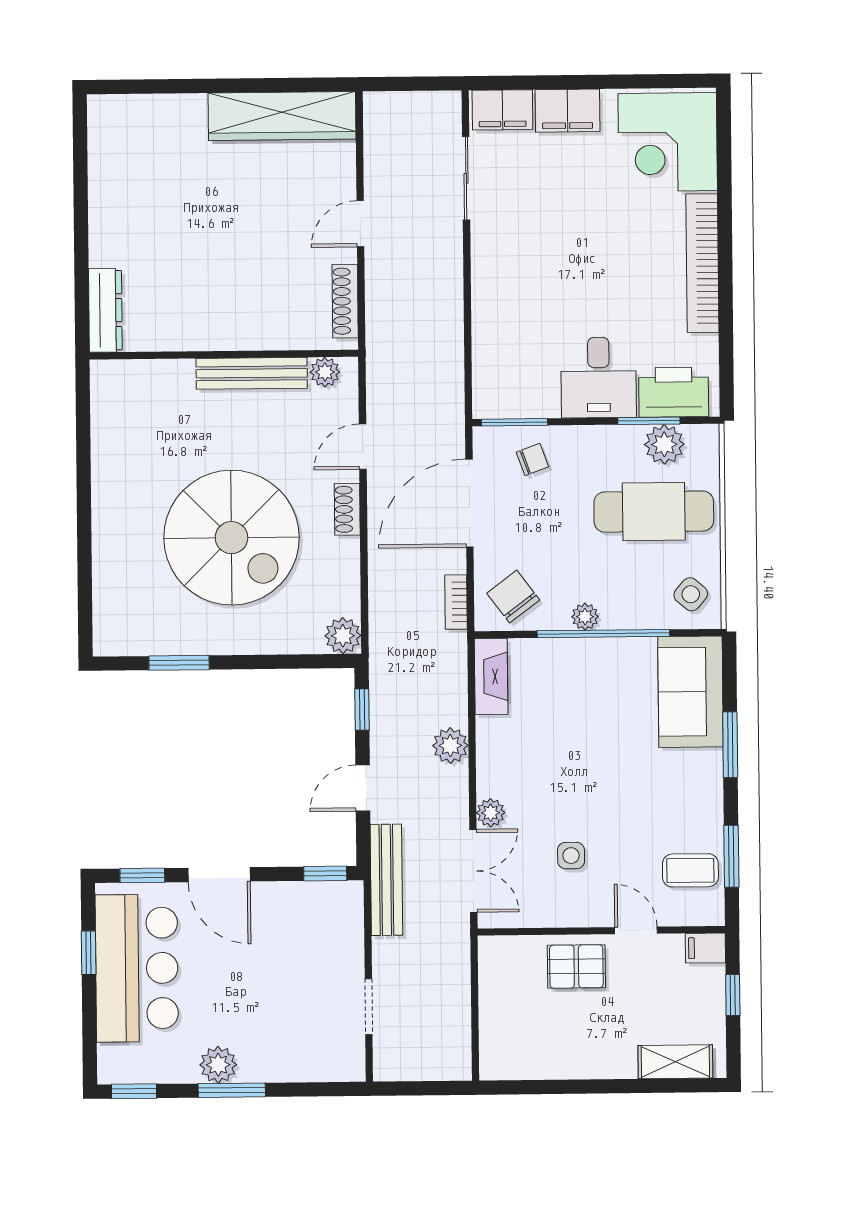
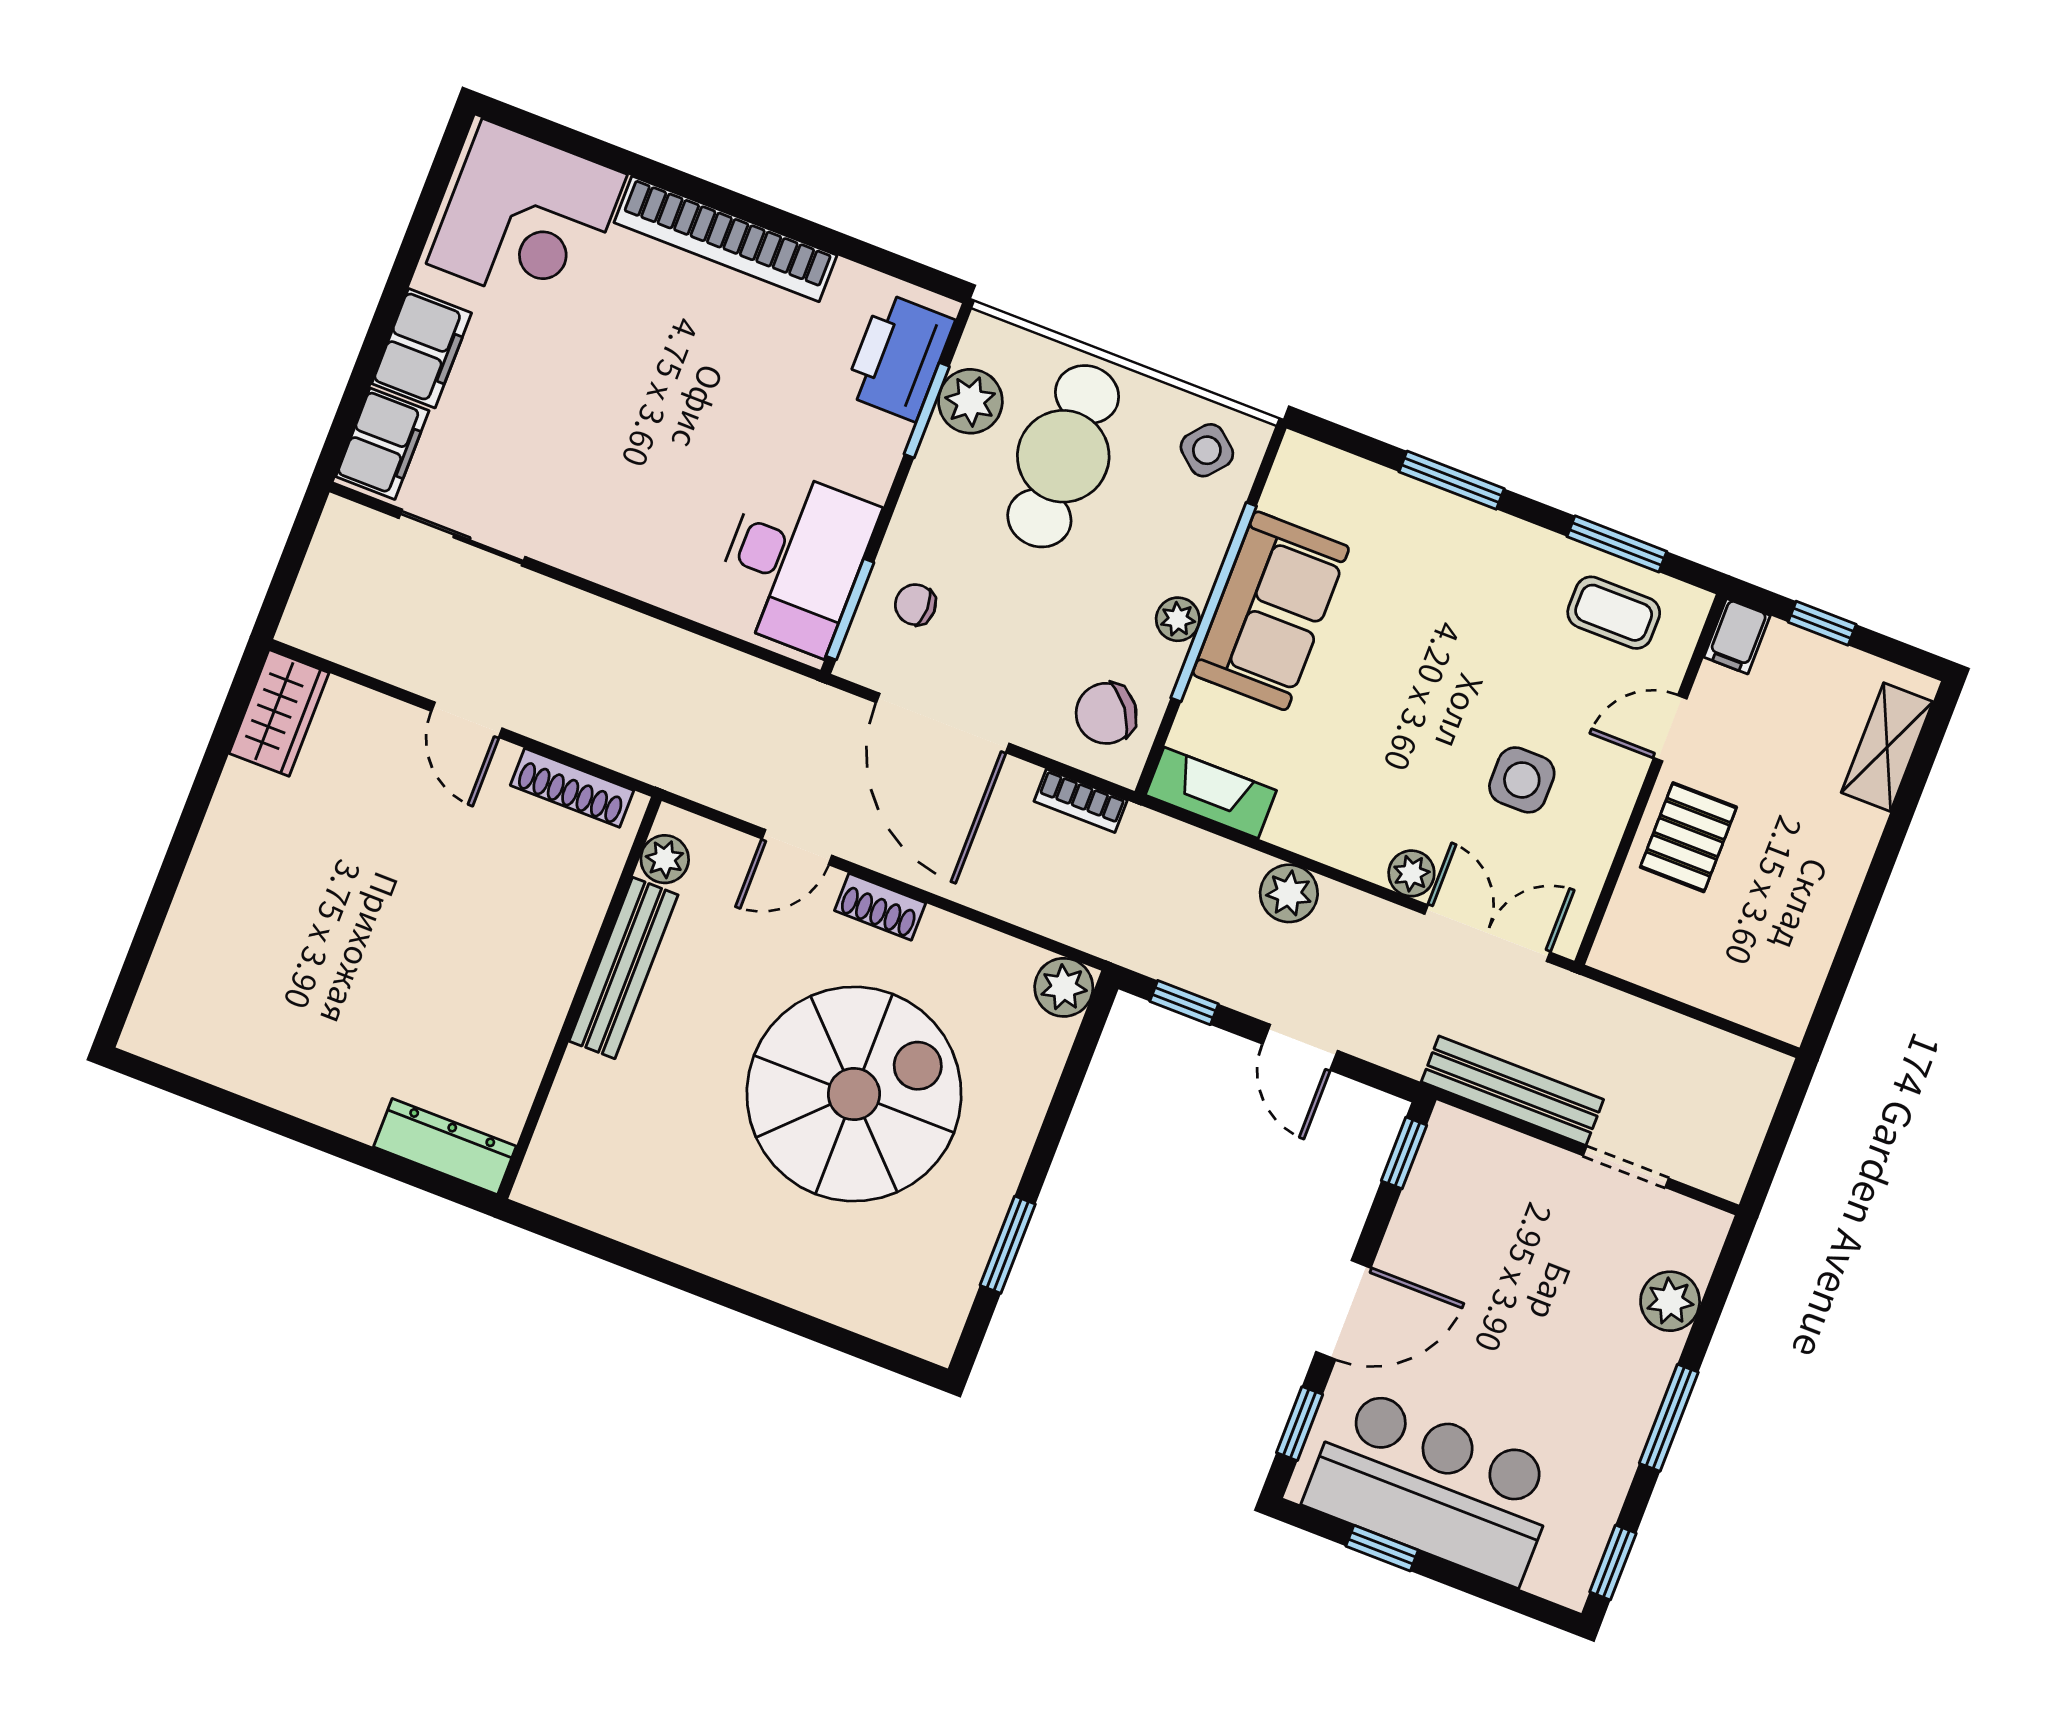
wardrobe: (282, 116) -> (279, 713), width x0.48, depth x0.85
desk: (599, 378) -> (794, 561), moved, width x1.37
door: (363, 447) -> (797, 847), hinge flipped
chair: (532, 460) -> (915, 605), turned -70
sofa: (690, 692) -> (1271, 611), moved, turned -90
side table: (571, 856) -> (1522, 780), width x1.37, depth x1.37
coffee table: (690, 870) -> (1614, 613), turned 90
bench: (386, 880) -> (1512, 1091), moved
plant: (218, 1065) -> (1670, 1301), moved

